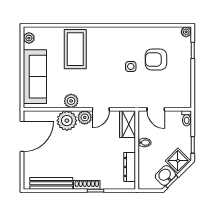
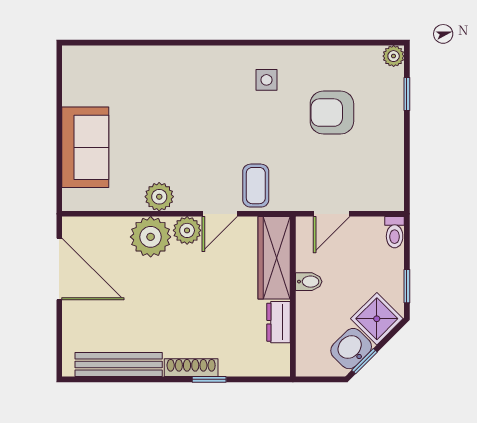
plant: (29, 38) -> (73, 69), removed
coffee table: (75, 49) -> (256, 186), moved, width x0.54, depth x0.58
side table: (131, 66) -> (266, 80), moved
sofa: (35, 77) -> (85, 147), width x0.73
door: (156, 109) -> (332, 214), hinge flipped
wardrobe: (128, 124) -> (274, 258), width x1.50
door: (22, 136) -> (59, 269), hinge flipped
dresser: (130, 167) -> (278, 322), width x0.70

